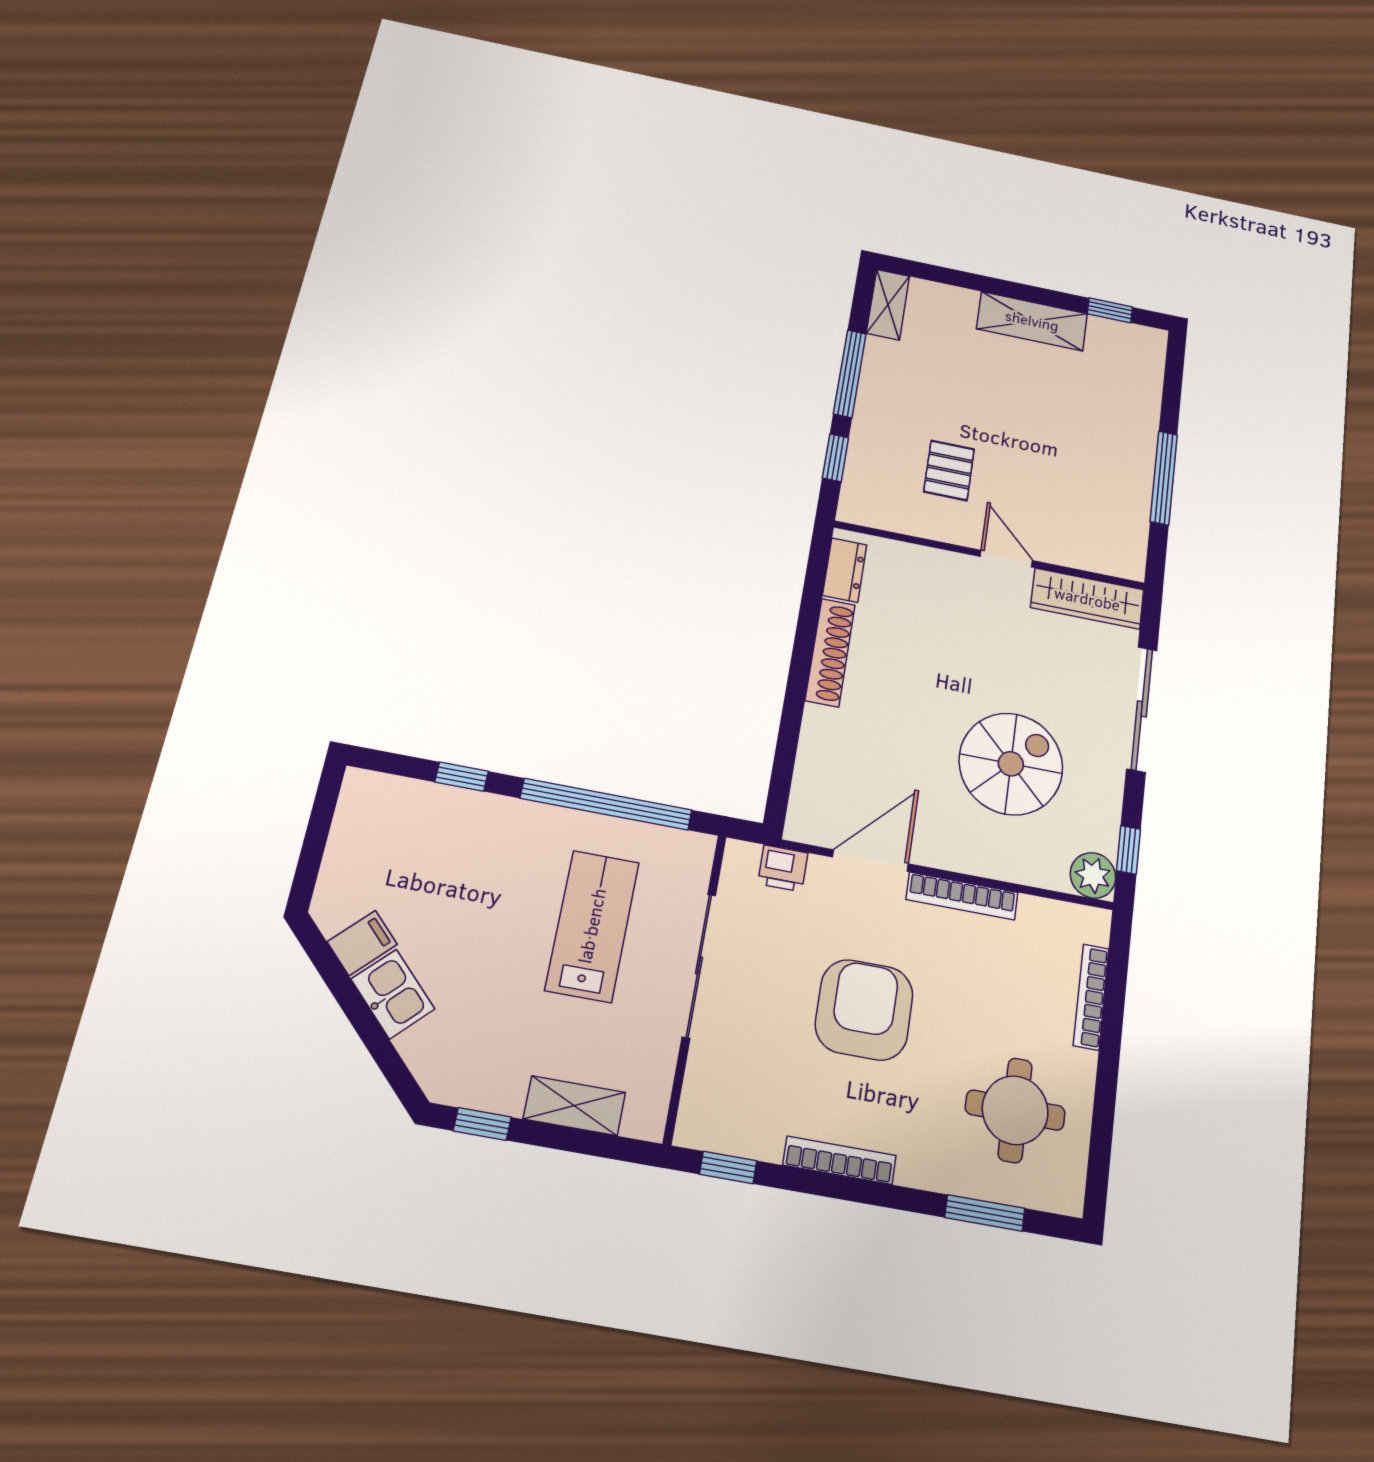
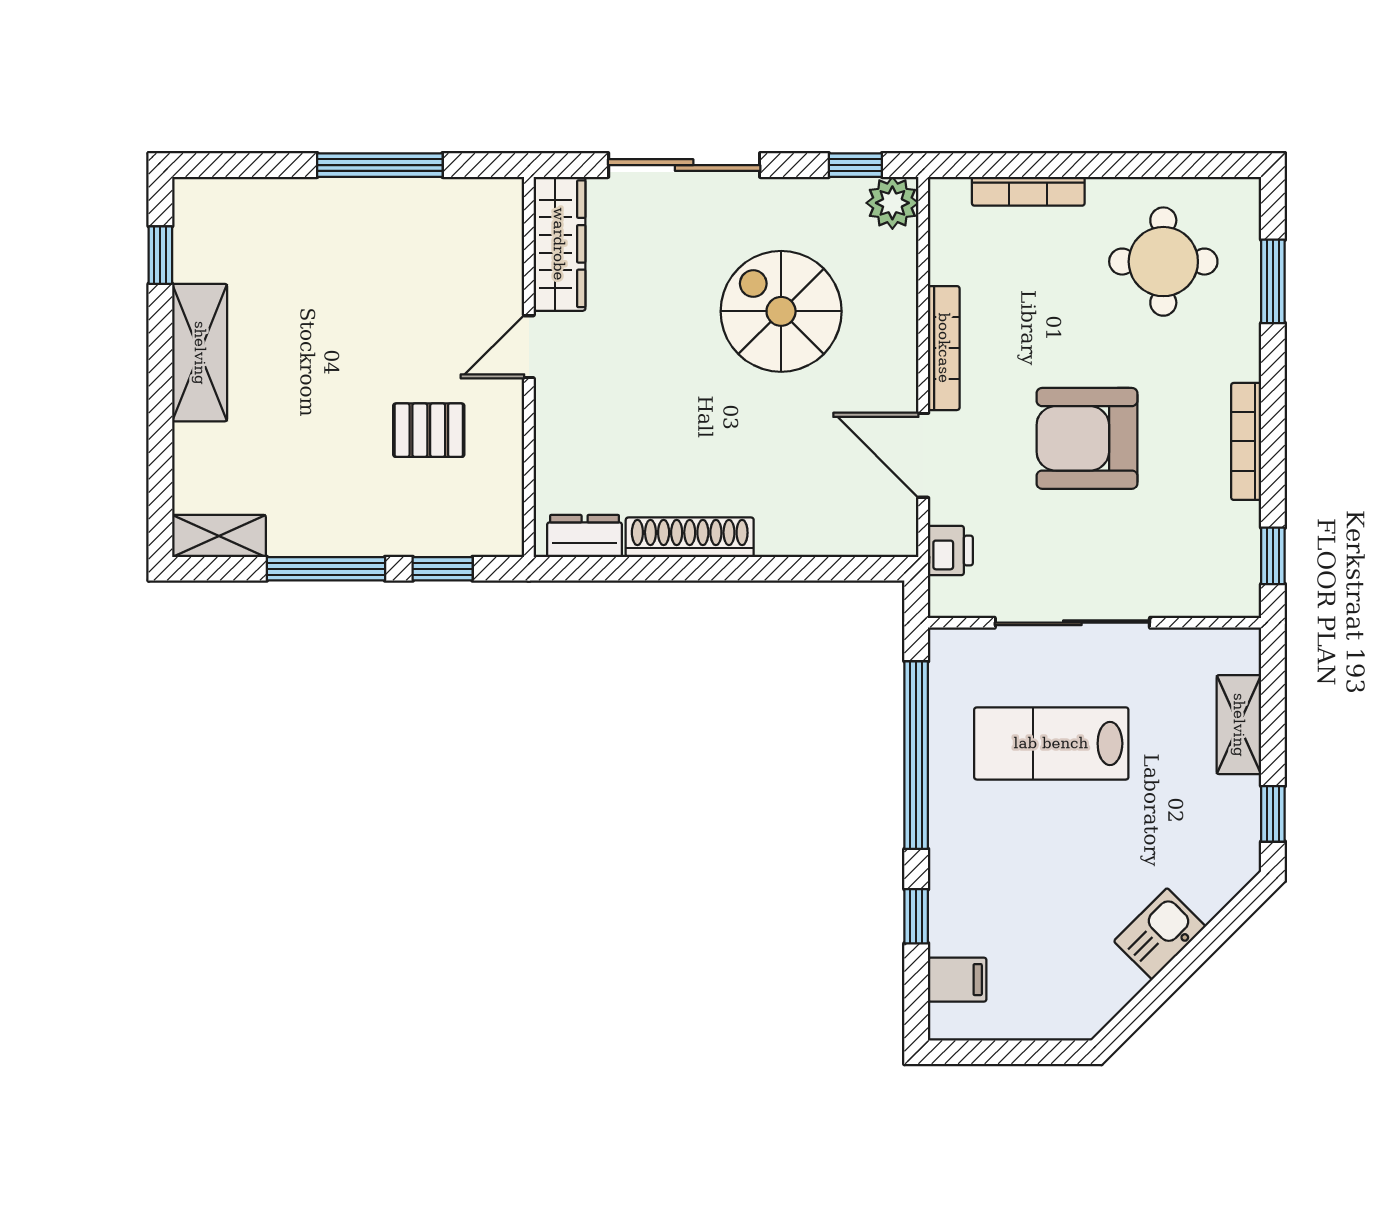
filing cabinet: (362, 943) -> (957, 980), moved, turned 135

